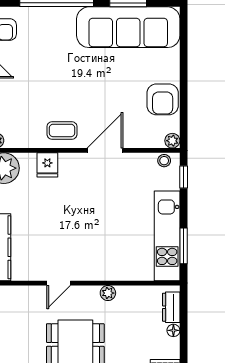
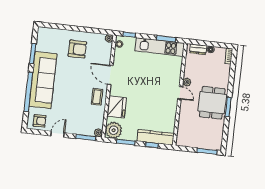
sofa: (128, 27) -> (43, 80), moved
armchair: (163, 99) -> (77, 49), moved
fridge: (47, 165) -> (117, 107), width x1.88, depth x1.34
door: (59, 283) -> (180, 93), moved

